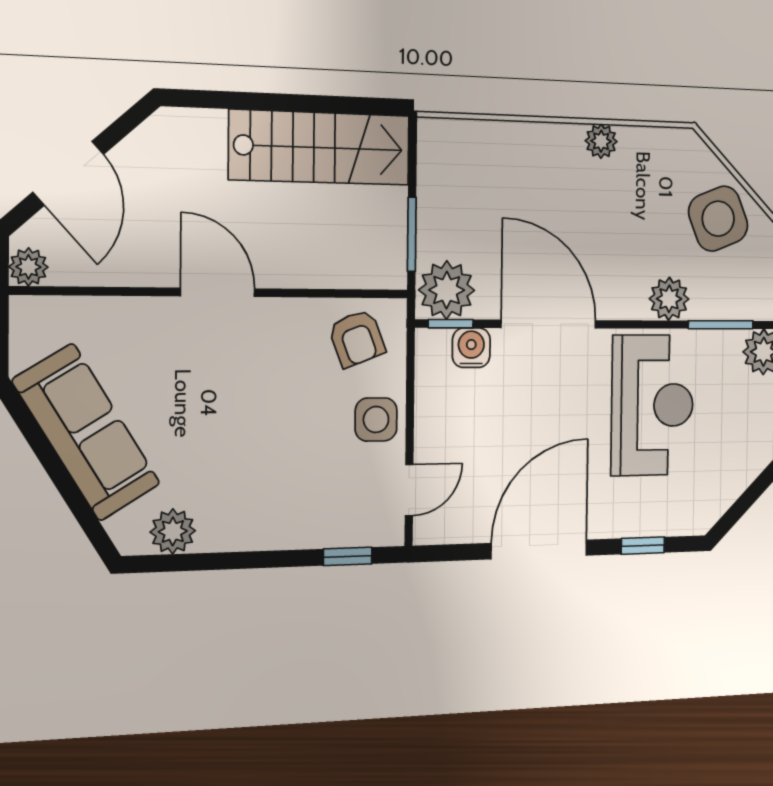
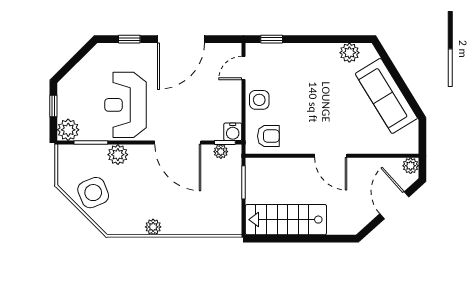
plant: (447, 290) -> (221, 152), width x0.53, depth x0.53
armchair: (357, 338) -> (268, 136), turned 111
water cooler: (471, 348) -> (233, 132), moved

